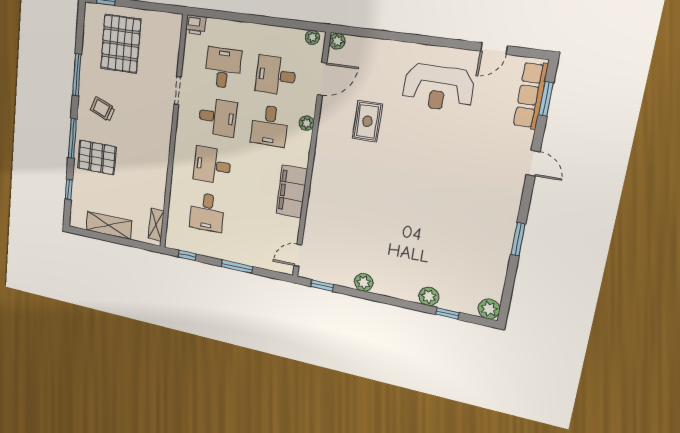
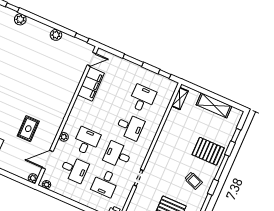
filing cabinet: (292, 191) -> (91, 84), moved

